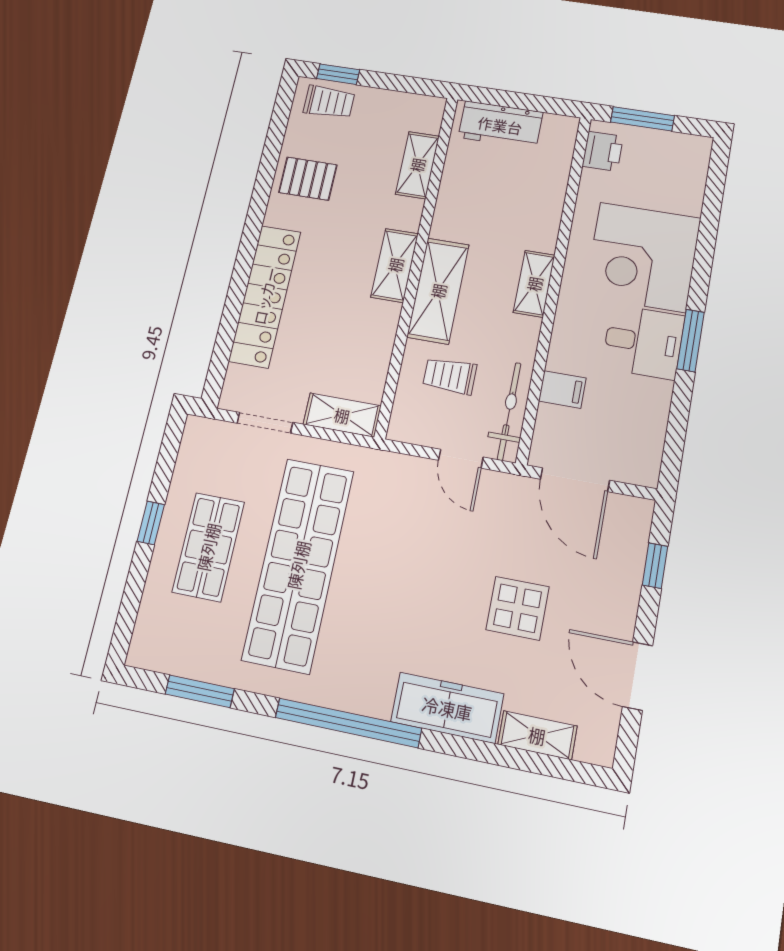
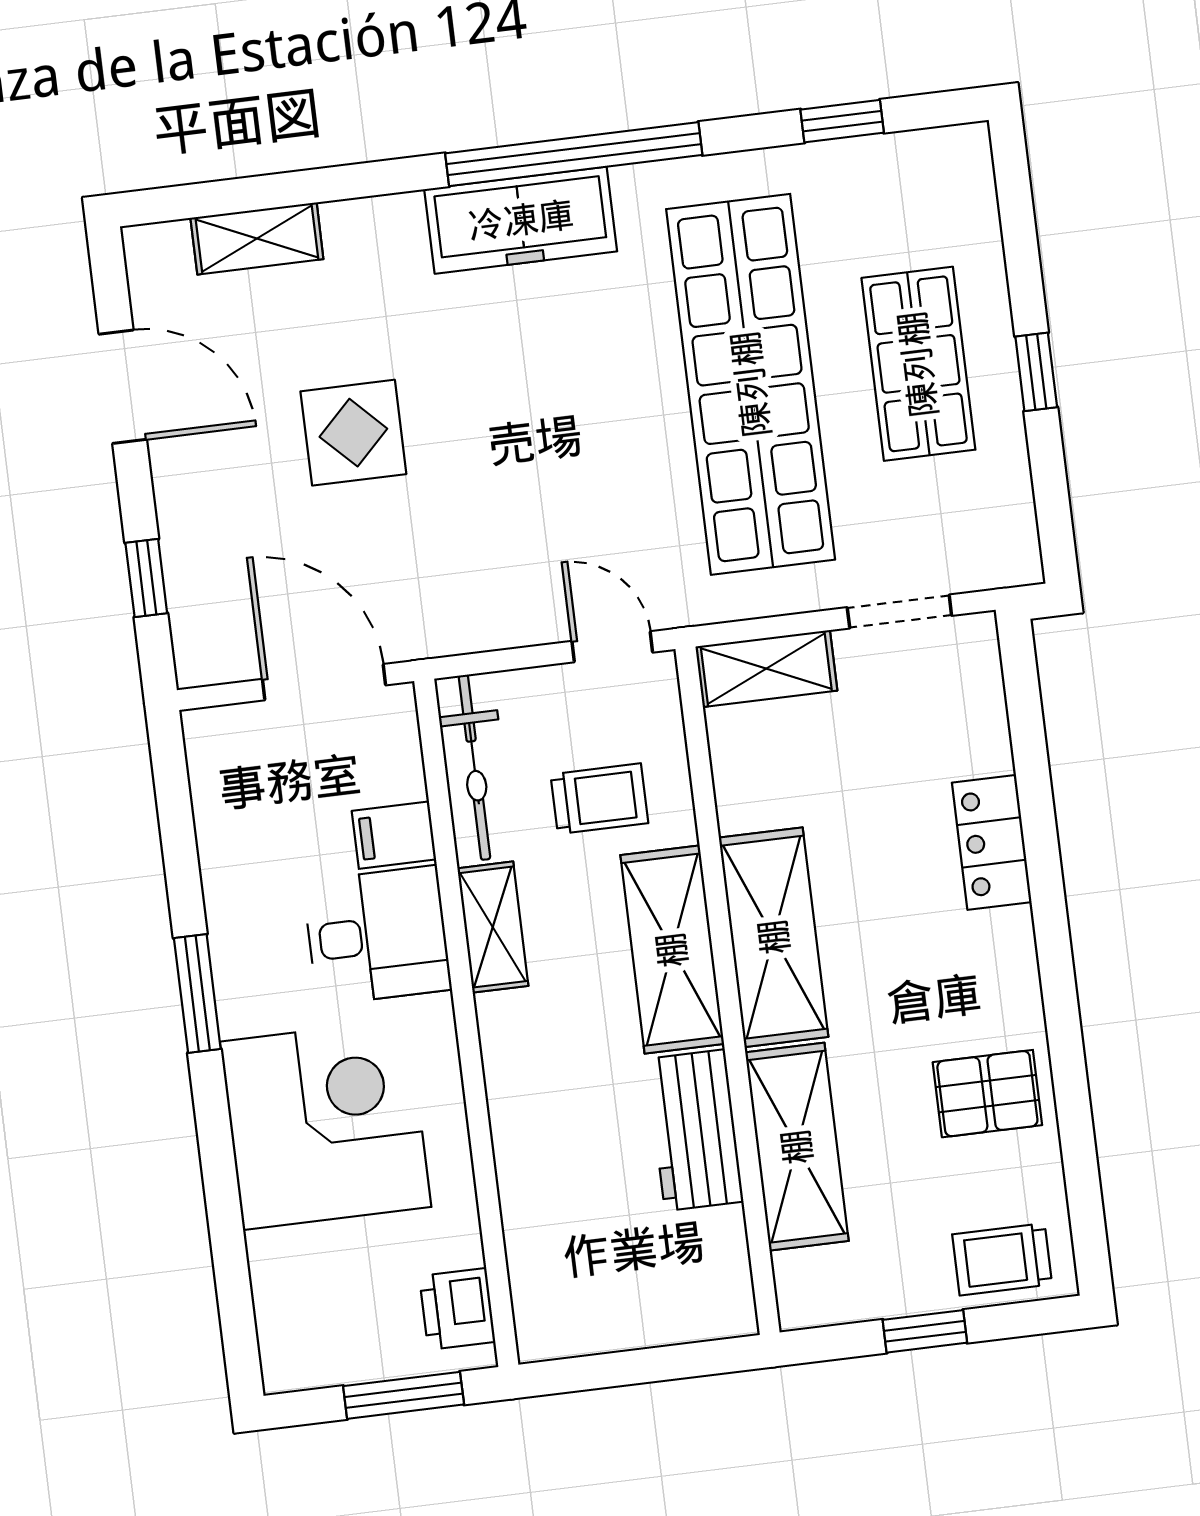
window: (338, 74) -> (925, 1331), moved
workbench: (500, 125) -> (695, 1130), moved, turned -90
shelving: (417, 165) -> (797, 1147), width x1.50, depth x1.33
shelving: (395, 265) -> (774, 937), width x1.50, depth x1.33
shelving: (534, 284) -> (493, 927), moved
locker: (265, 296) -> (992, 842), width x0.46, depth x0.83
desk: (643, 342) -> (377, 935), moved, turned 180
door: (461, 459) -> (612, 647), moved
window: (200, 691) -> (842, 121), width x0.67
freezer: (447, 708) -> (521, 220), moved

